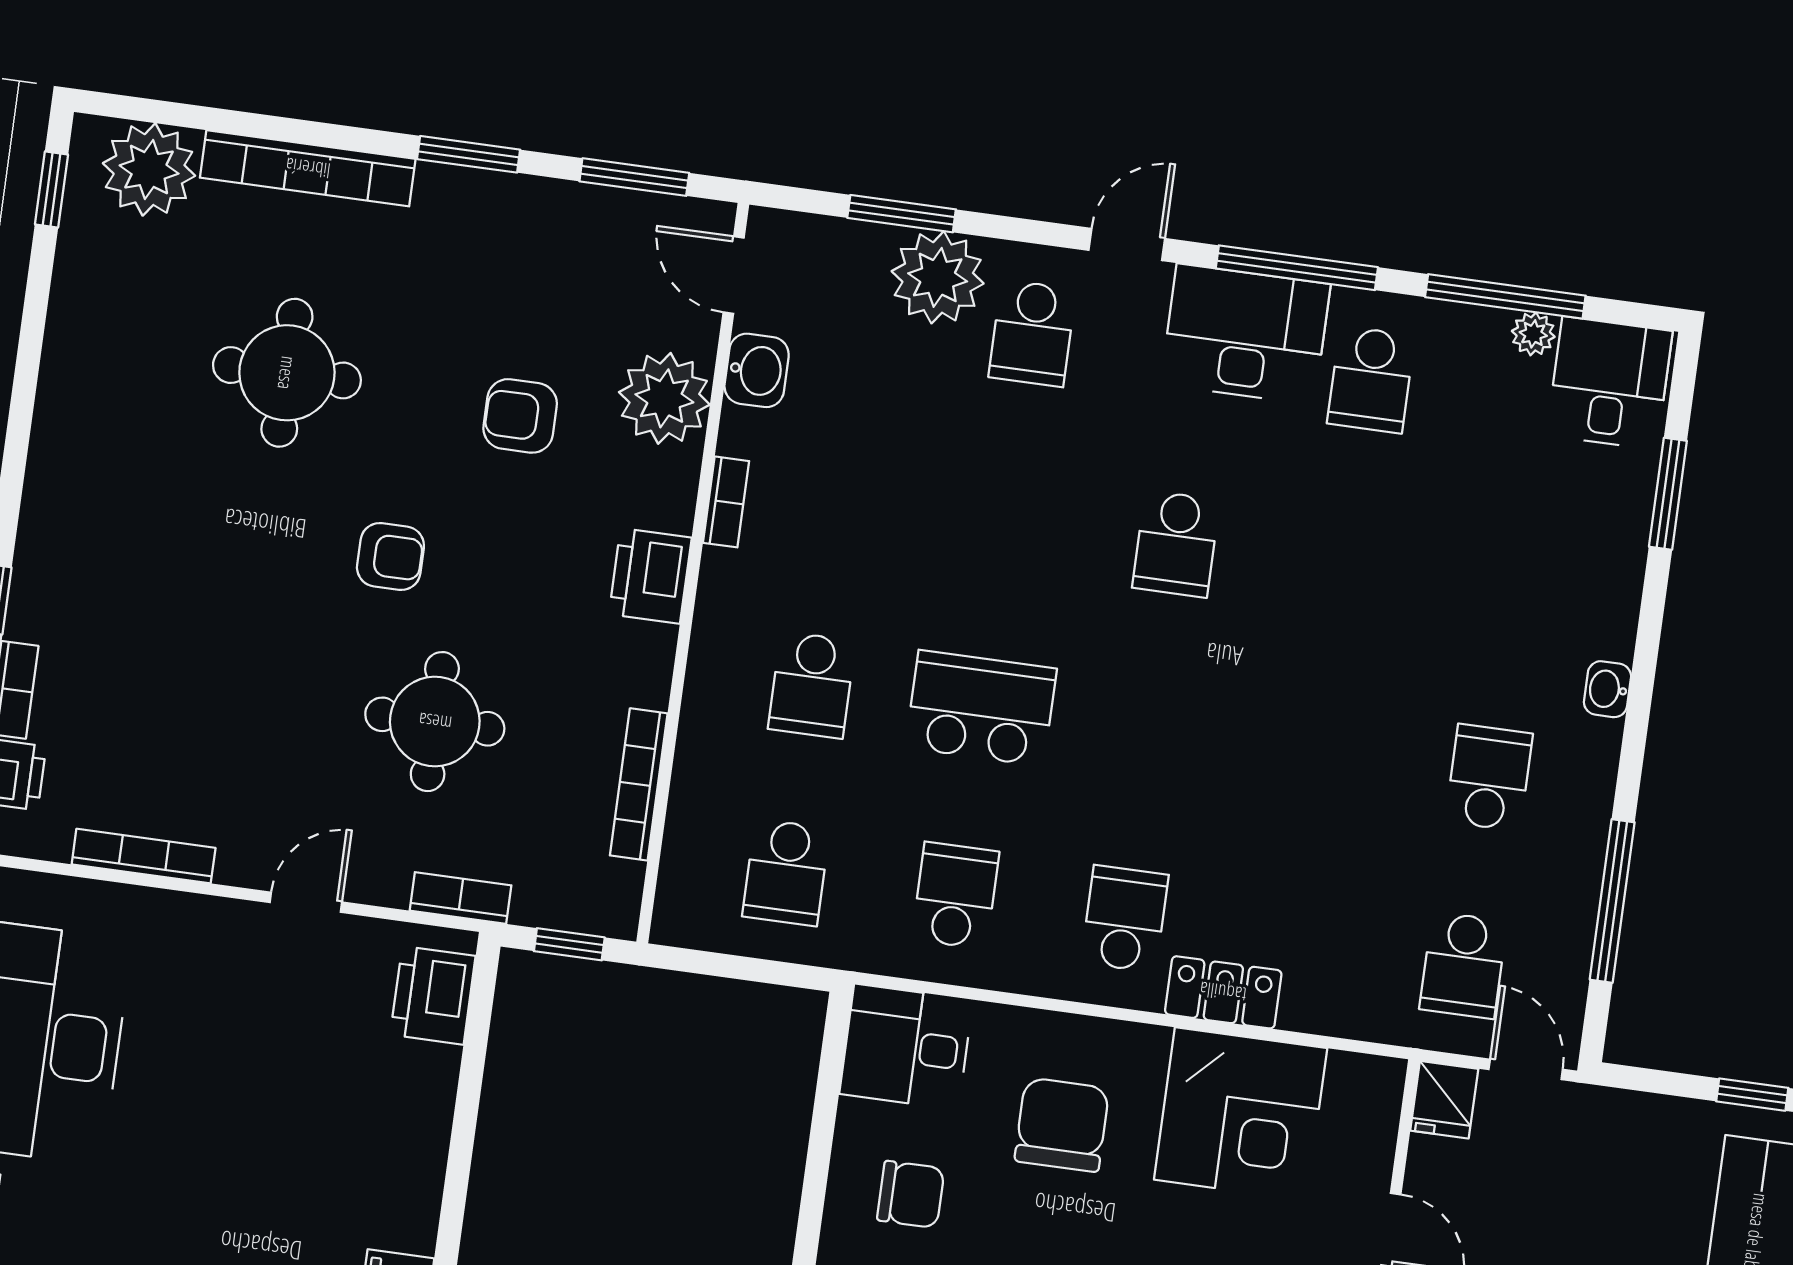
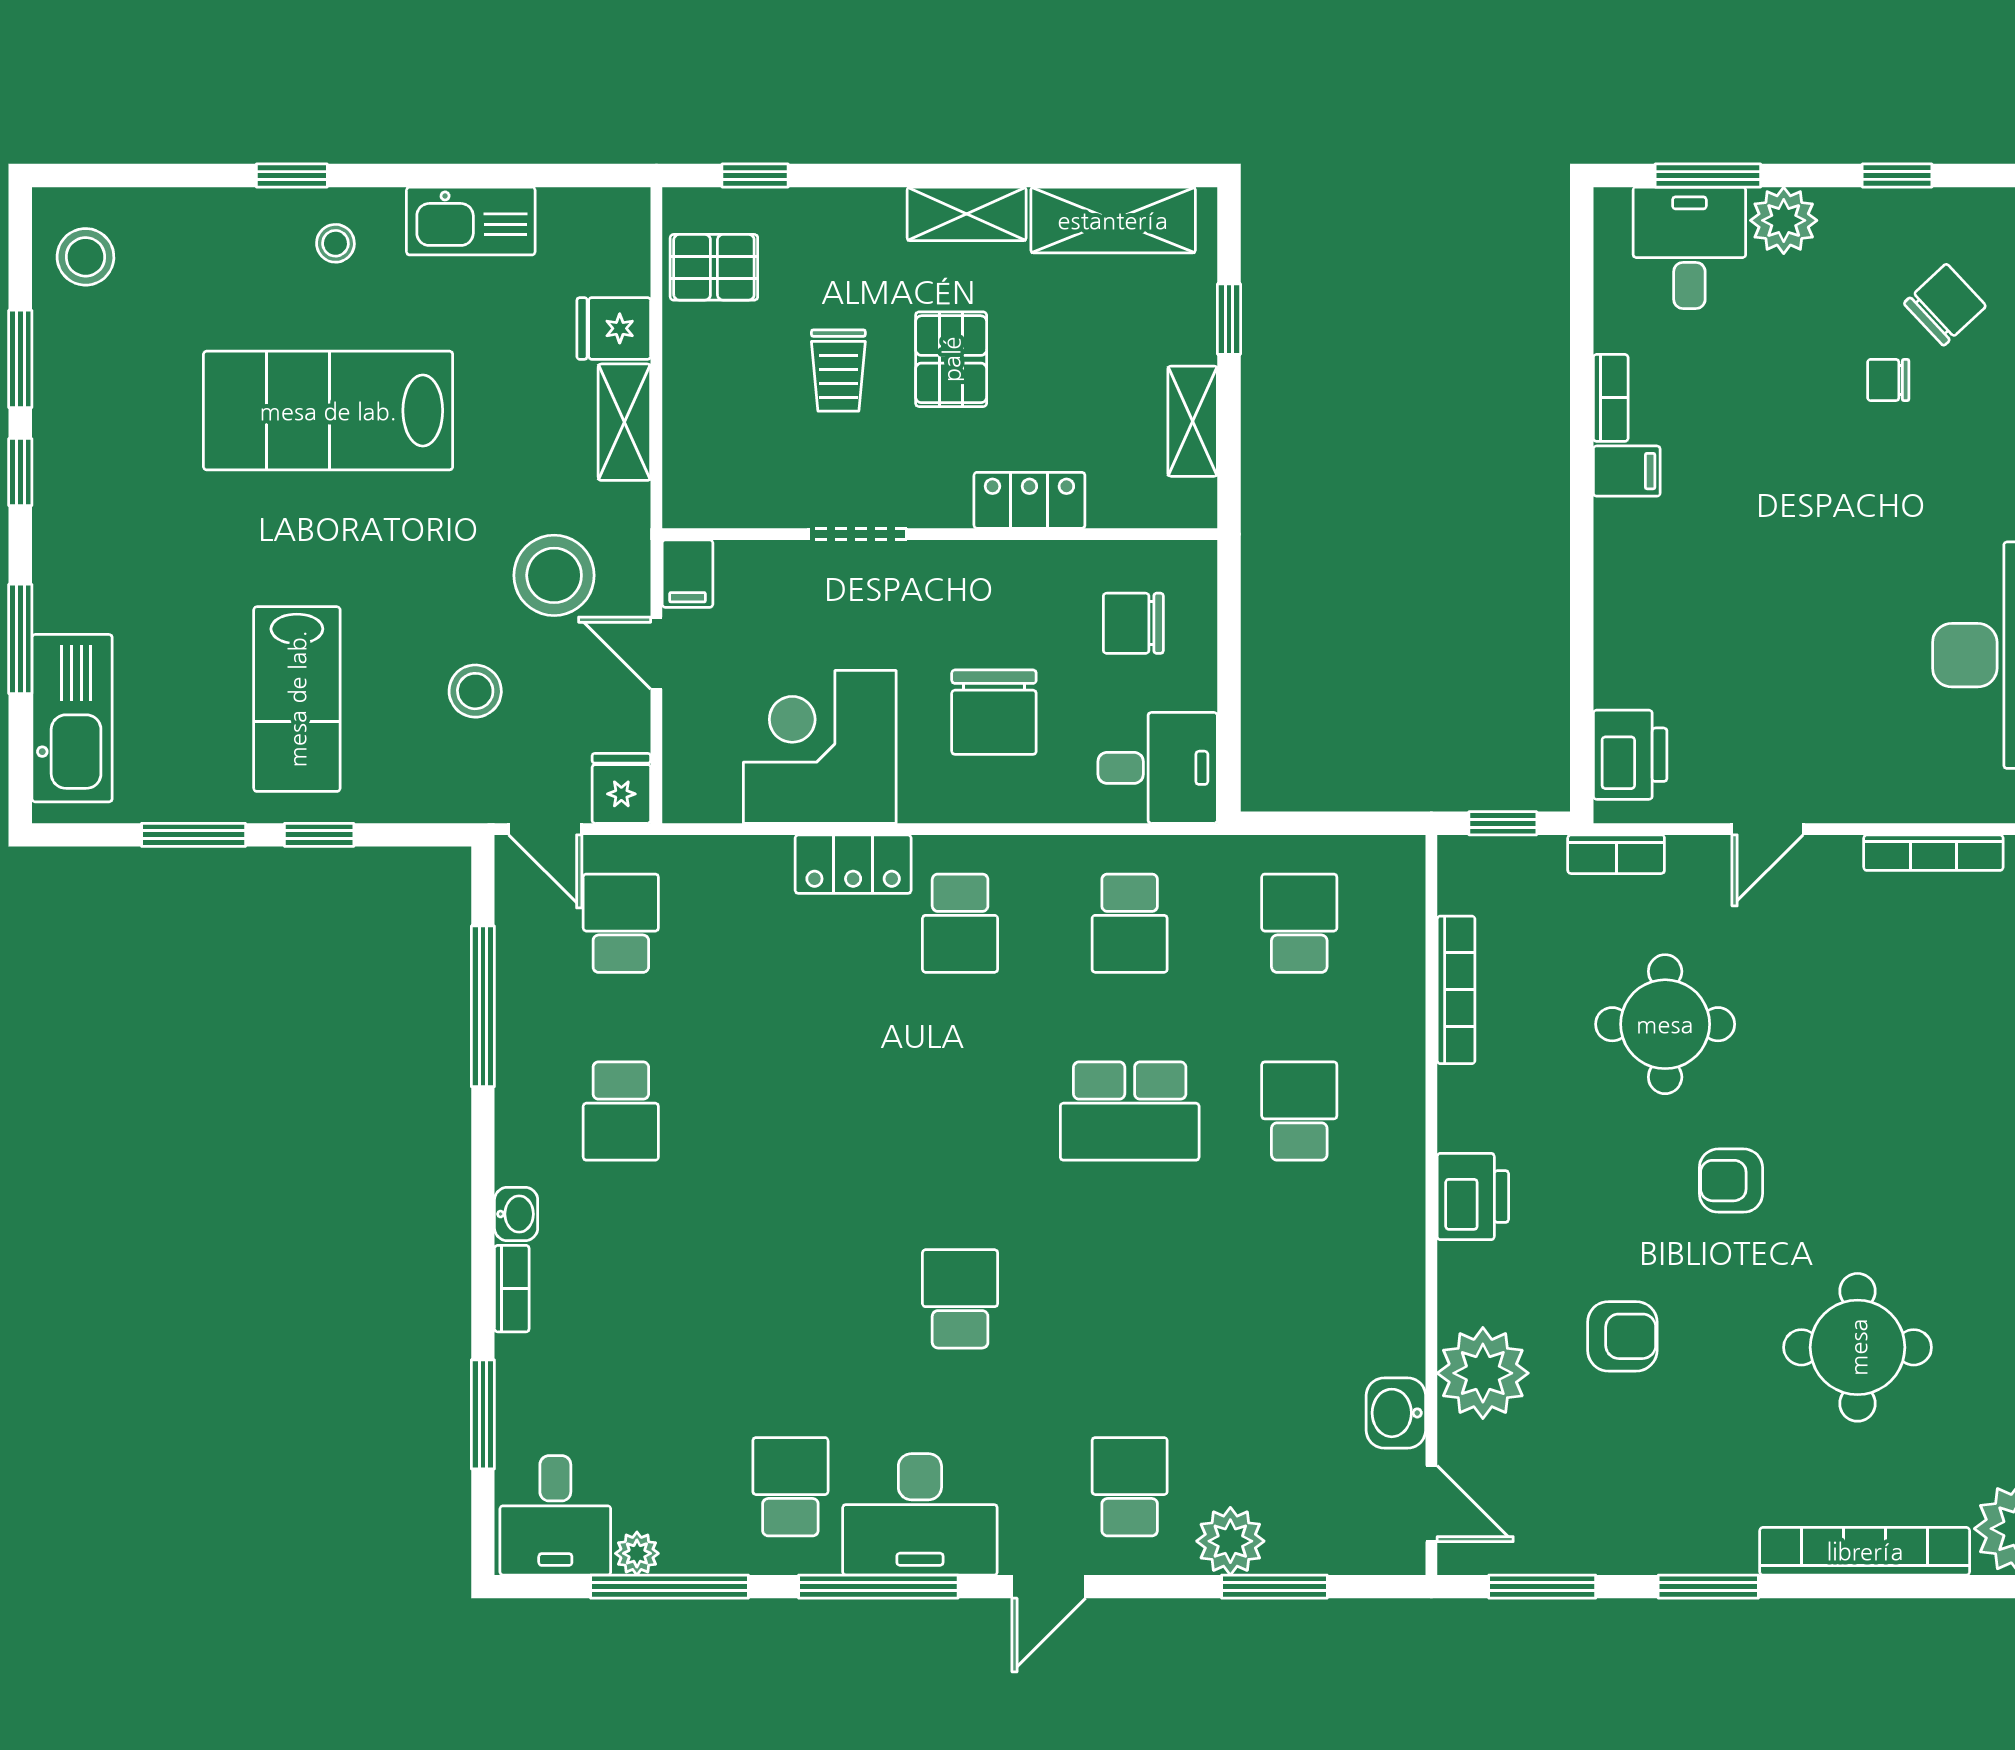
plant: (938, 277) -> (1230, 1541), width x0.73, depth x0.73
bookcase: (726, 502) -> (512, 1289), moved, turned 180
stool: (1577, 1217) -> (475, 691), added

